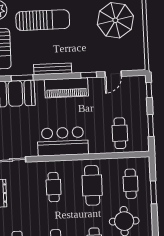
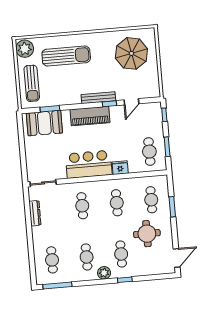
bench: (53, 69) -> (98, 98), moved
cafe table: (120, 133) -> (149, 152), moved
fridge: (97, 147) -> (120, 168), added
cafe table: (92, 185) -> (117, 203), width x0.73, depth x0.74

